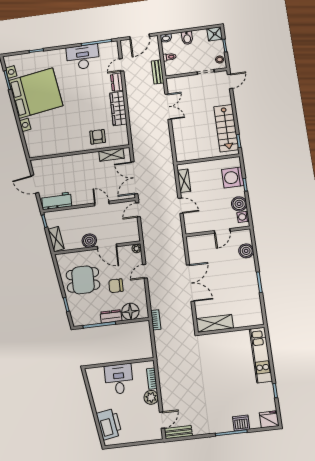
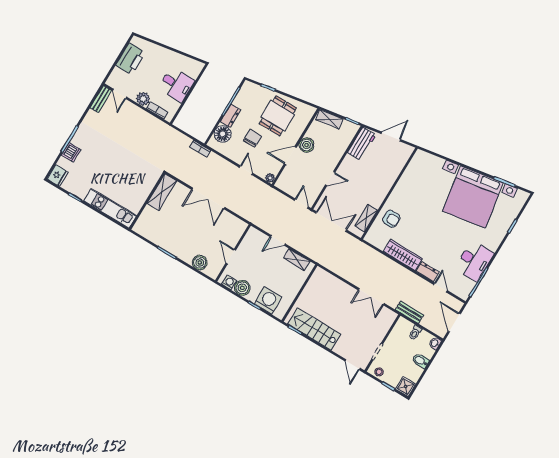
printer: (109, 424) -> (131, 59), moved, turned -81

